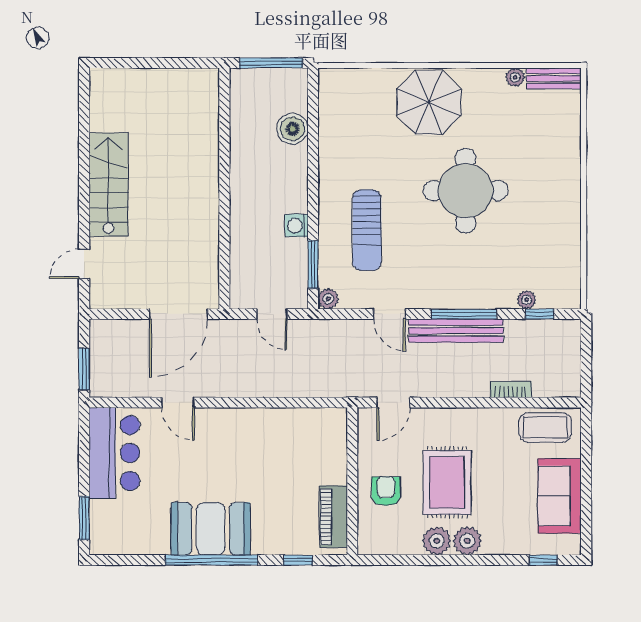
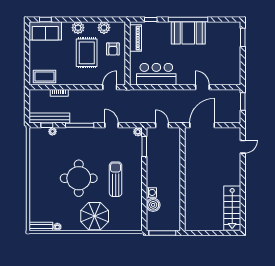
stairs: (109, 185) -> (232, 208), moved
washing machine: (297, 226) -> (151, 192), moved
sun lounger: (367, 230) -> (116, 179), moved
bench: (456, 331) -> (49, 118), moved
bar counter: (114, 453) -> (156, 74), moved, turned 90
sofa: (559, 496) -> (45, 31), moved, turned 90
plant: (437, 541) -> (104, 28), moved

